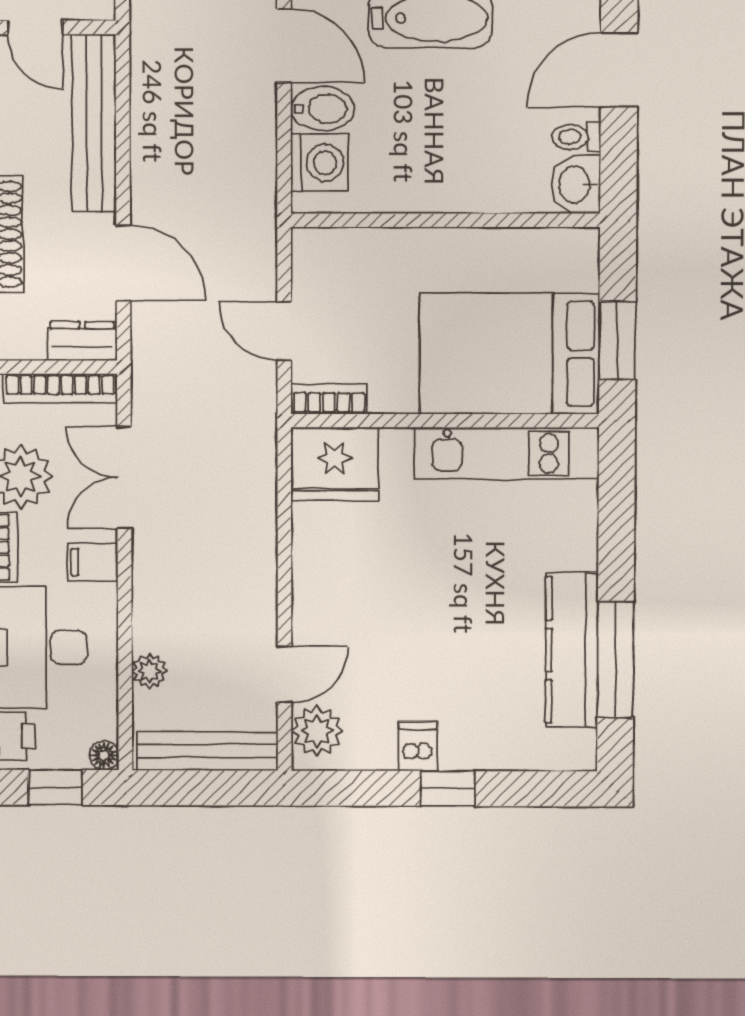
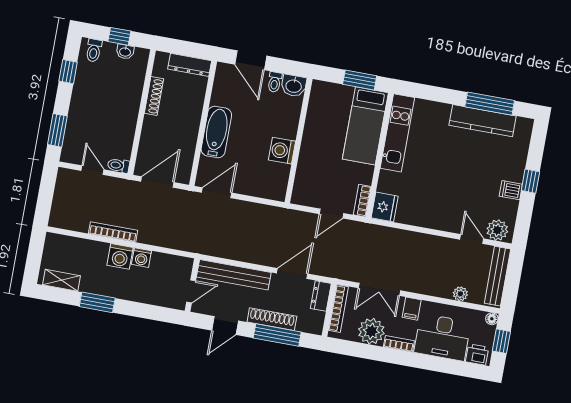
bidet: (323, 109) -> (245, 182), removed
washing machine: (319, 163) -> (282, 151), moved, turned -90
bed: (509, 354) -> (365, 126), width x0.67
fridge: (335, 464) -> (385, 207), width x0.73, depth x0.75

